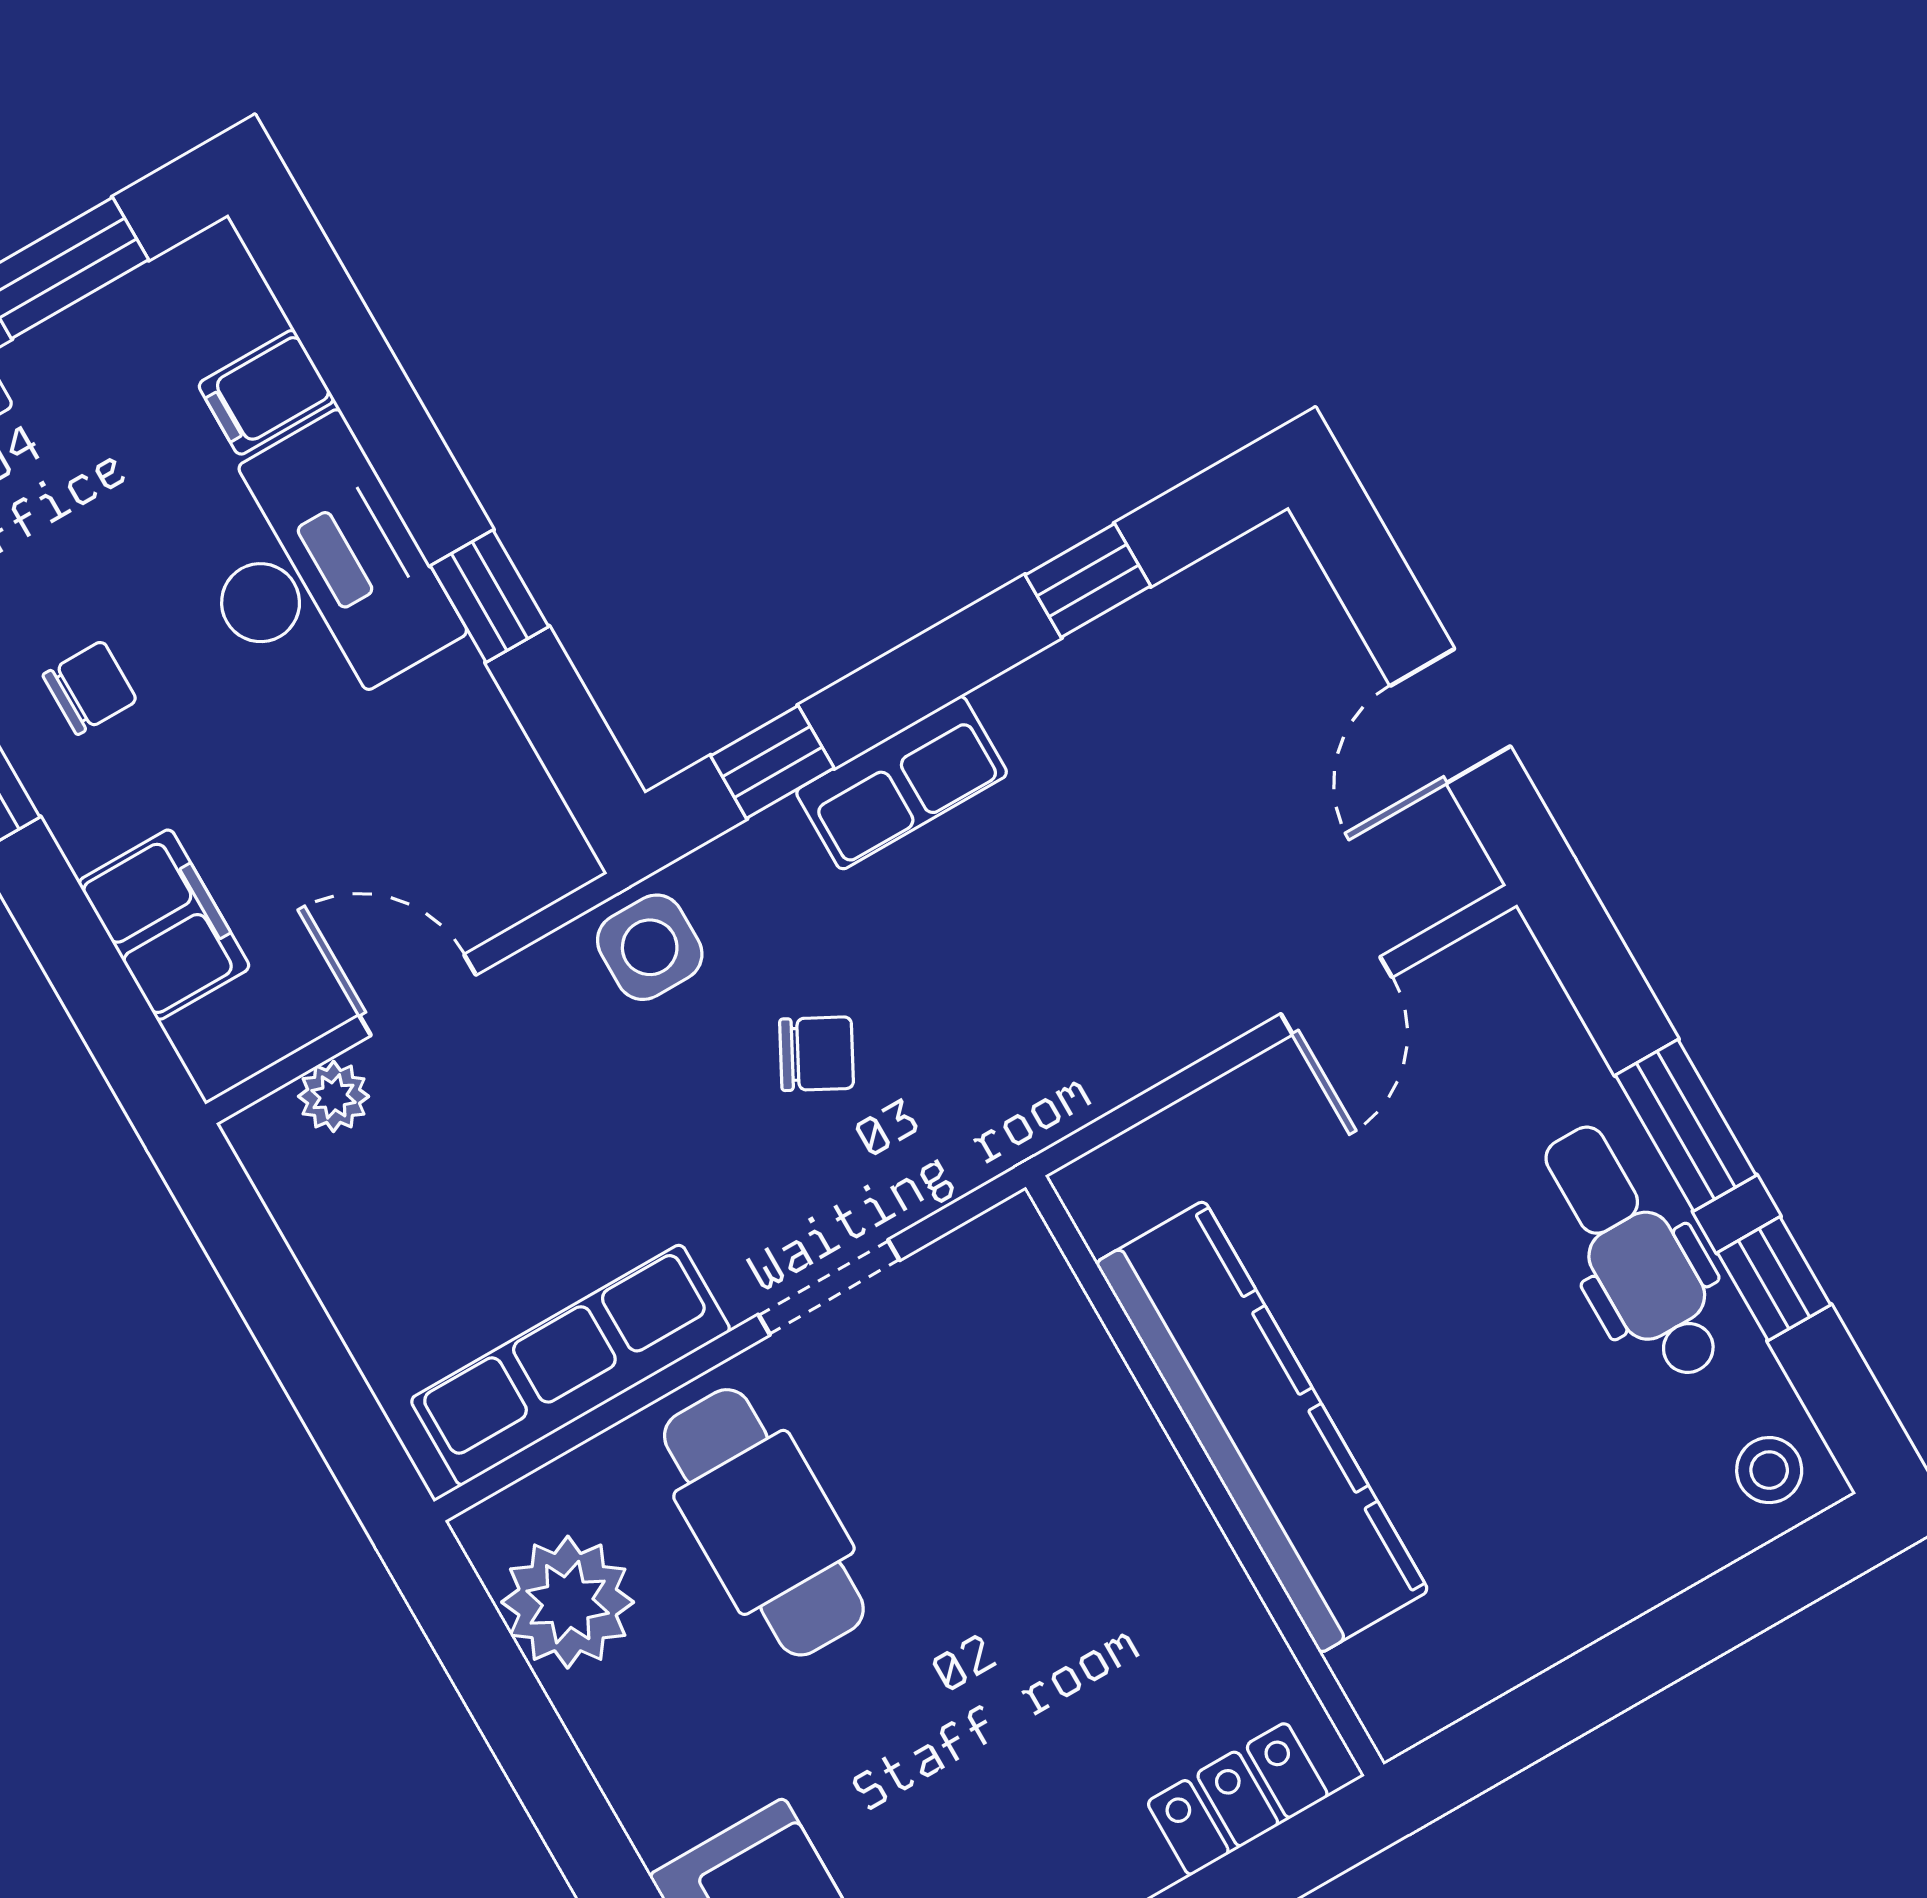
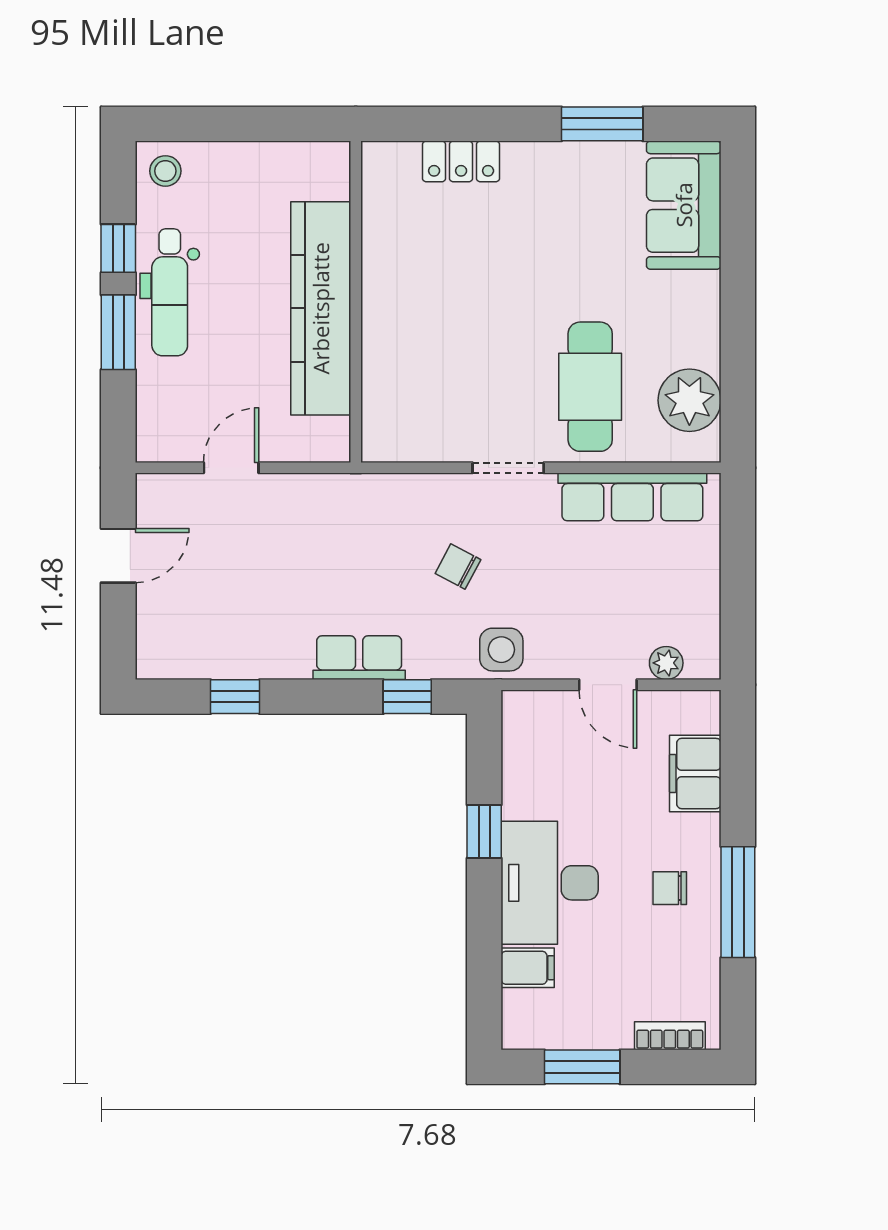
kitchen counter: (1262, 1427) -> (321, 308), moved
wall: (1205, 1476) -> (356, 302), moved

